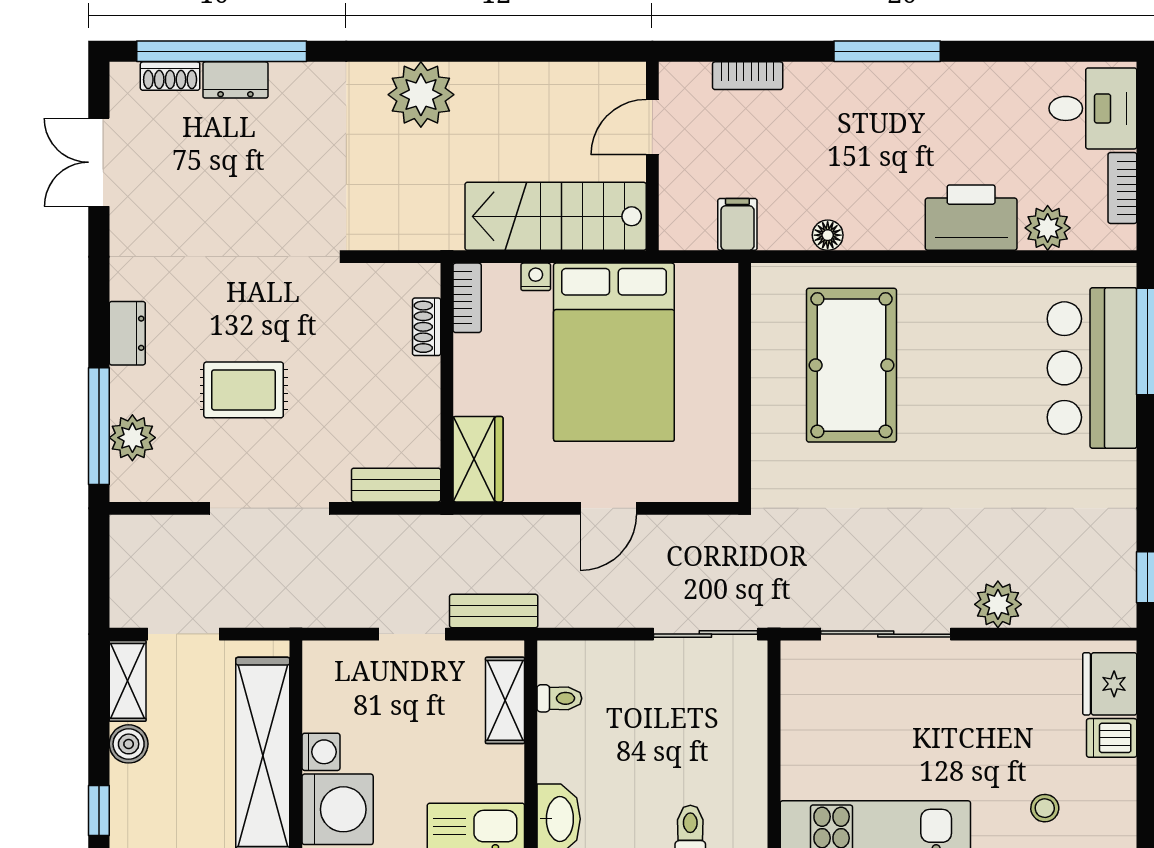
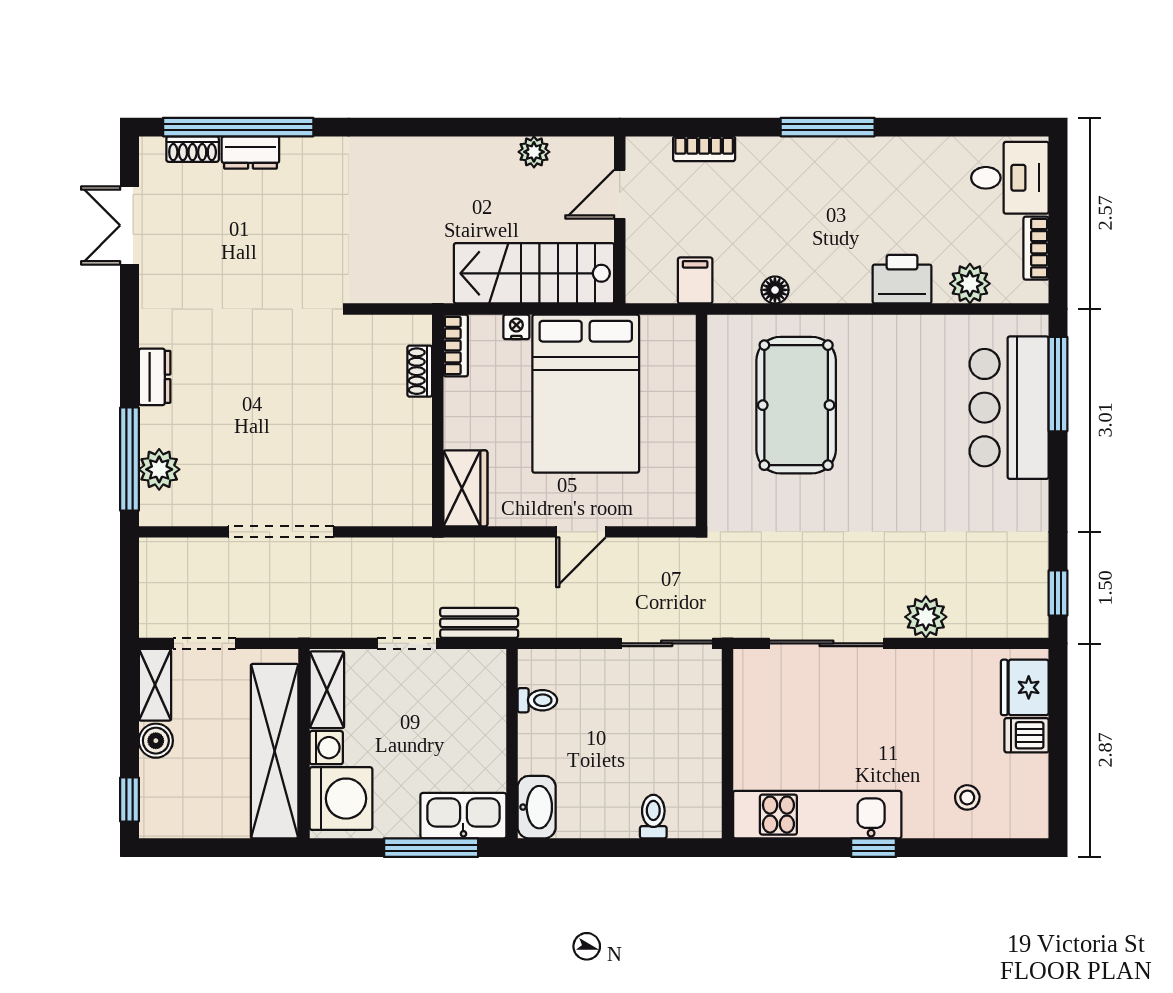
plant: (421, 95) -> (534, 152), moved, width x0.53, depth x0.53
printer: (971, 218) -> (902, 279), width x0.73, depth x0.84
rug: (244, 390) -> (258, 427), removed
bench: (396, 485) -> (393, 511), removed
shelving: (505, 700) -> (327, 690), moved

